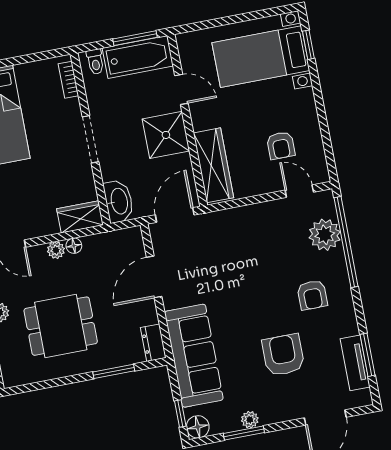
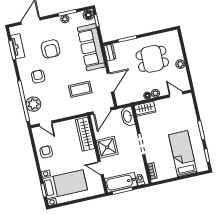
armchair: (281, 145) -> (46, 152), moved
coffee table: (221, 264) -> (80, 89), added

